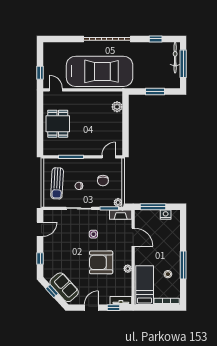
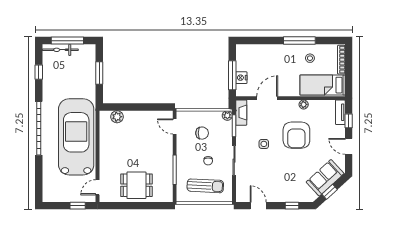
nightstand: (166, 215) -> (241, 78), moved

